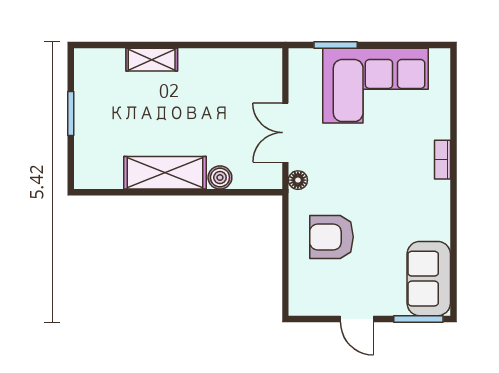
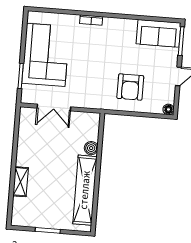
double door: (285, 133) -> (54, 107), moved
shelving: (165, 173) -> (85, 190), width x1.47
floor lamp: (298, 180) -> (168, 109), moved

